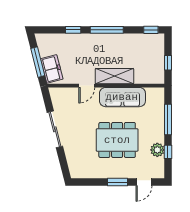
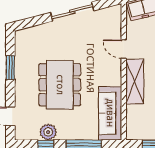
sofa: (122, 97) -> (110, 113), moved
window: (117, 182) -> (10, 67), moved

